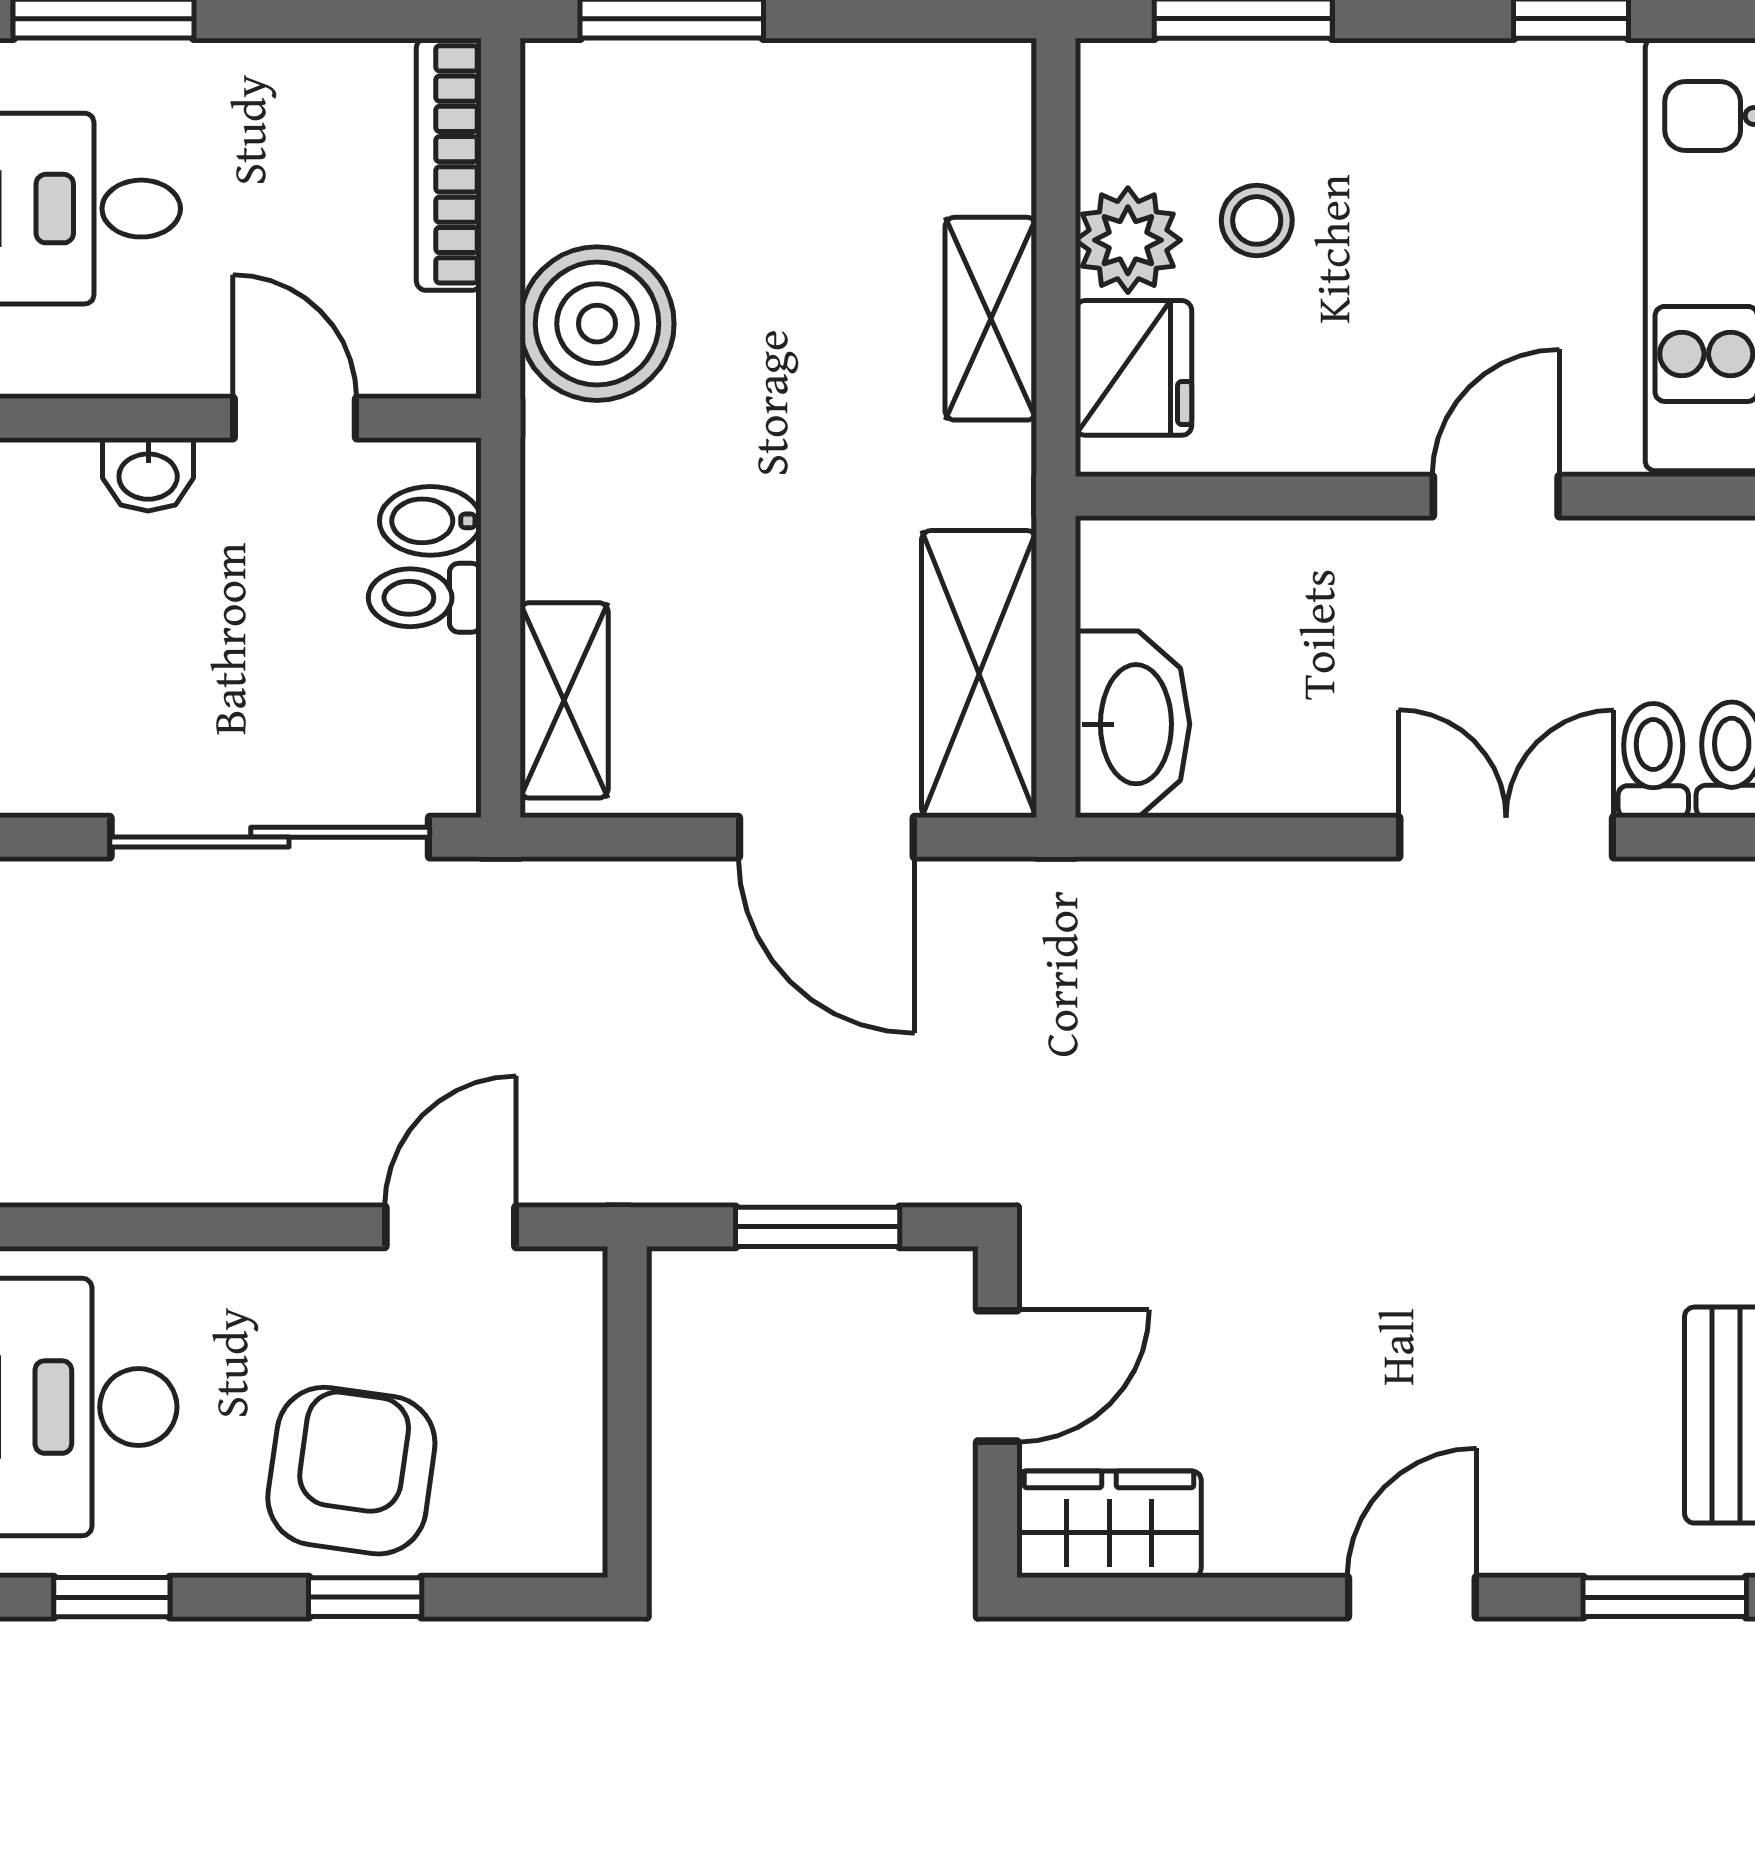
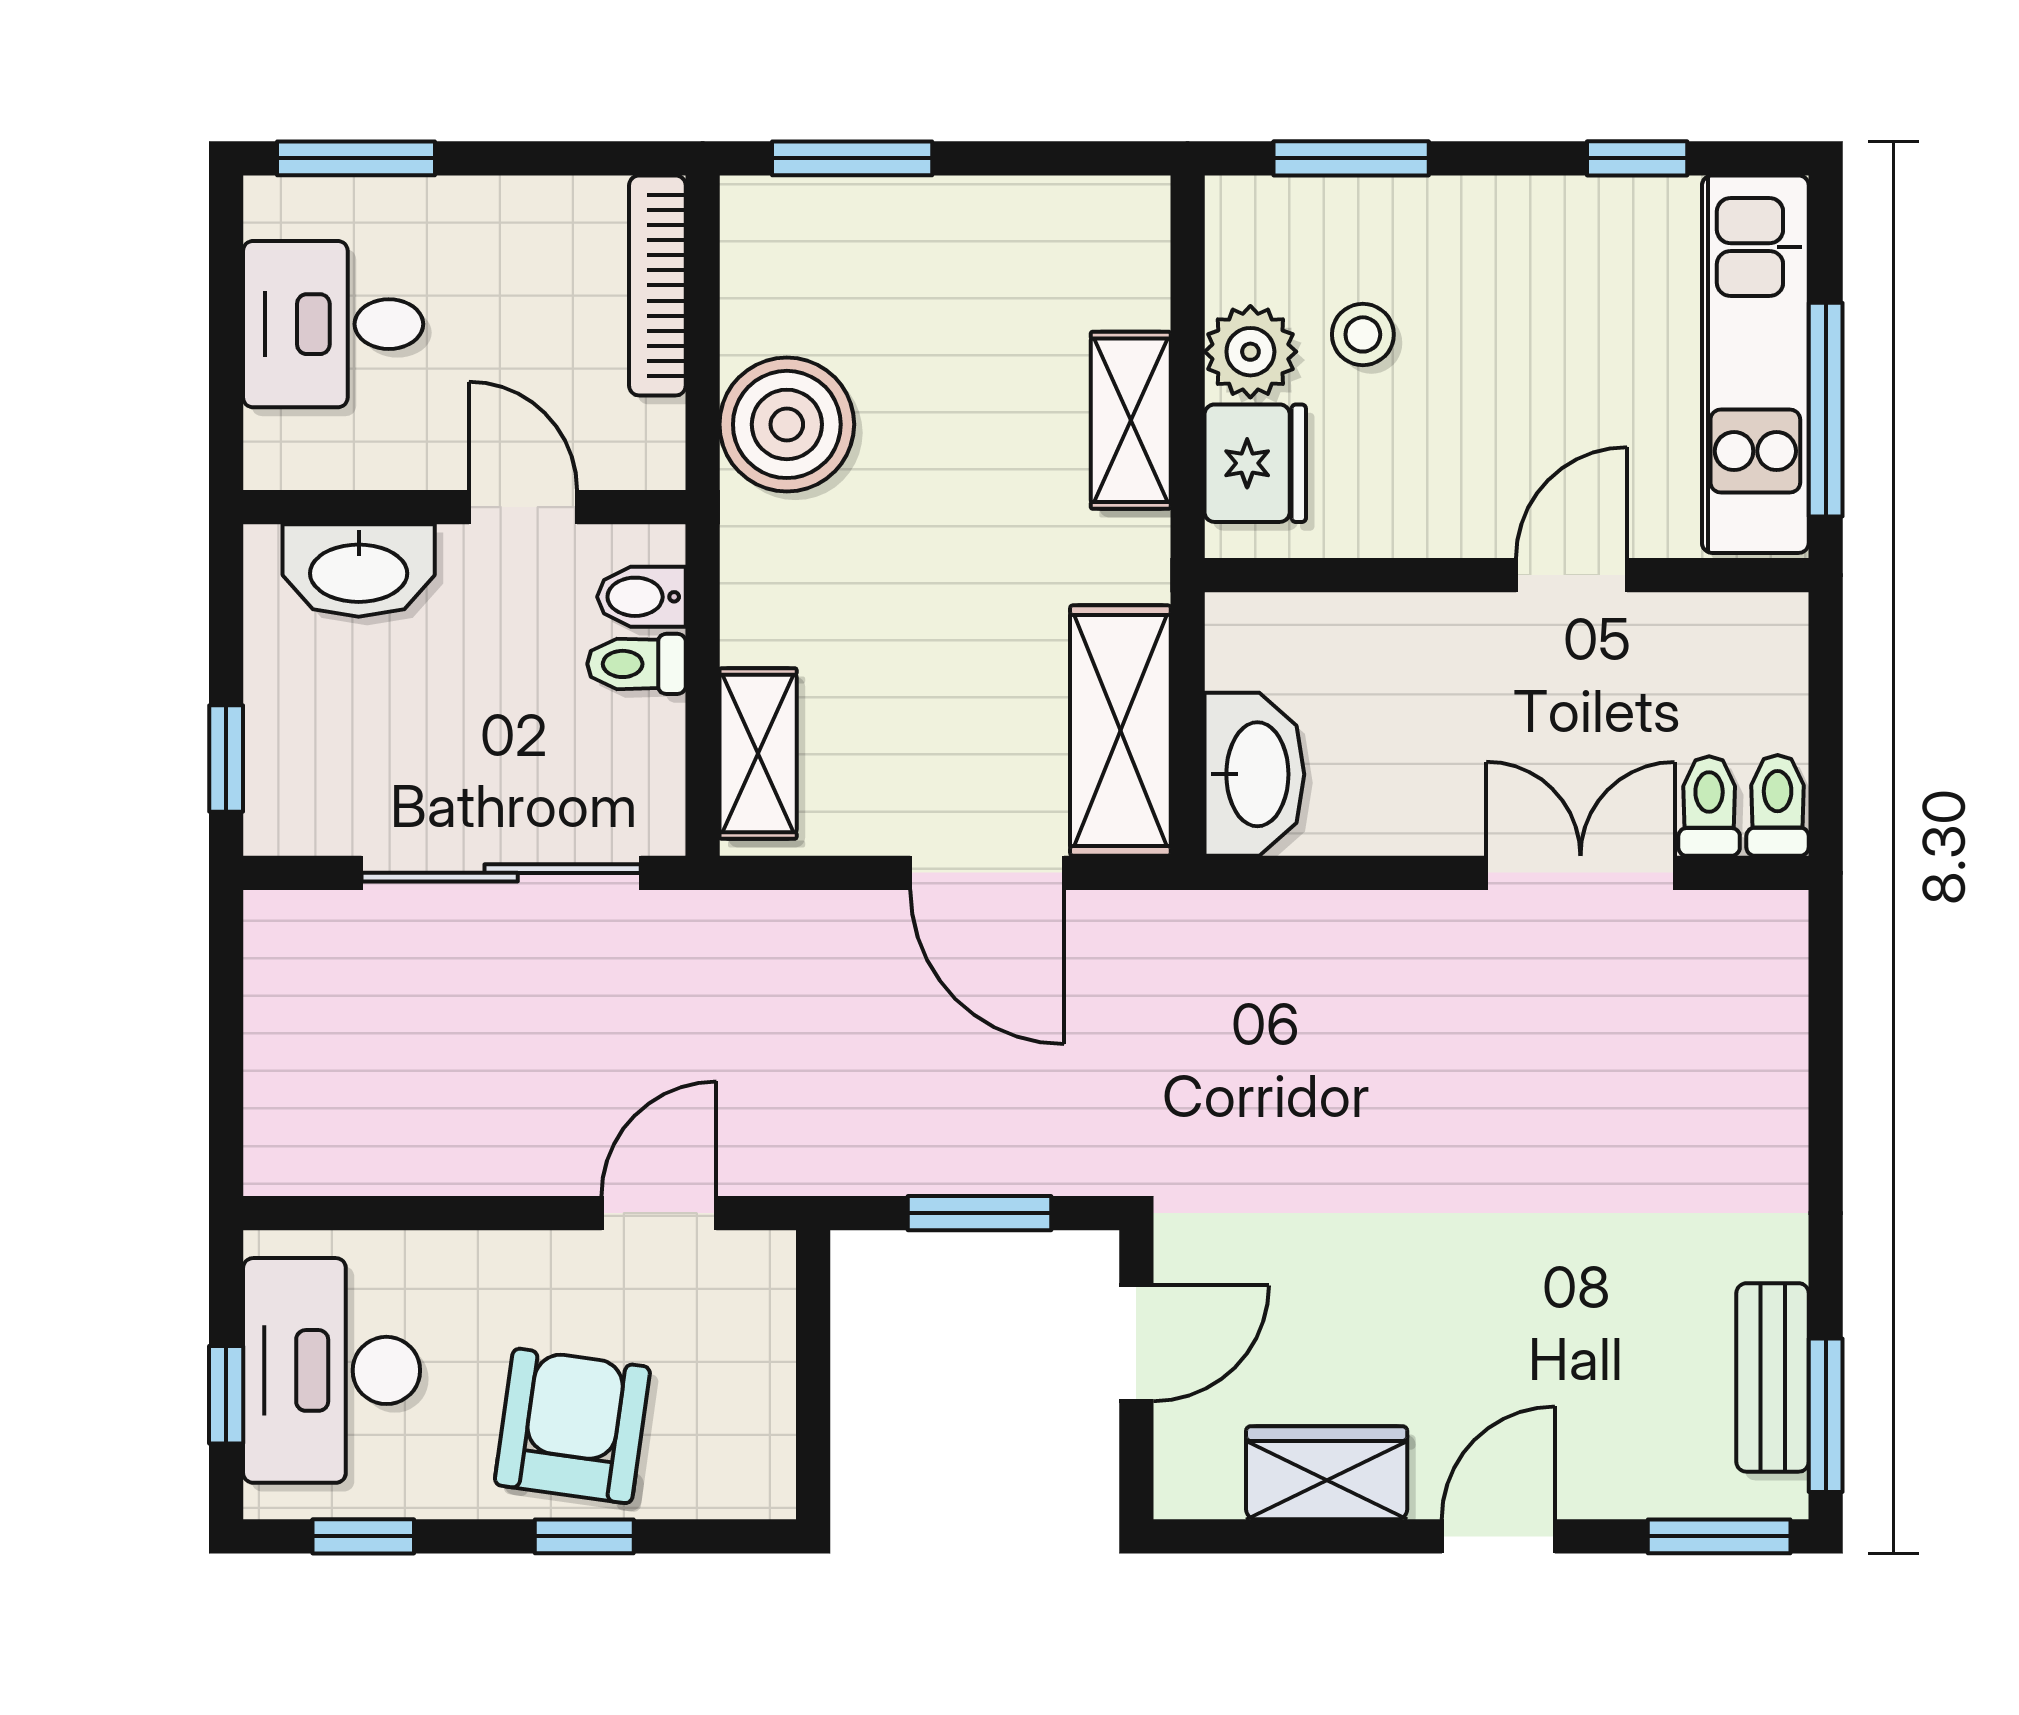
washbasin: (148, 474) -> (359, 570), width x1.91, depth x1.45
wardrobe: (1109, 1524) -> (1327, 1473), moved

